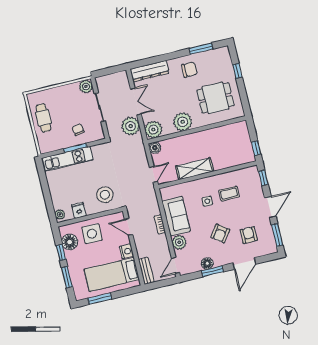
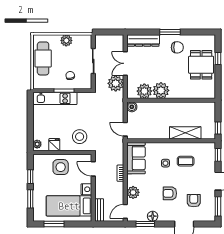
window: (201, 49) -> (170, 32), moved
plant: (86, 86) -> (66, 40), moved
dining table: (215, 98) -> (201, 65), moved, turned 90
double door: (136, 101) -> (125, 63), swing flipped
cafe table: (43, 118) -> (43, 58), width x1.37, depth x1.35
plant: (153, 130) -> (144, 91), moved
shelving: (195, 169) -> (185, 133), moved
door: (153, 174) -> (125, 129), swing flipped
sofa: (176, 216) -> (136, 158), moved
armchair: (220, 234) -> (170, 193), turned 54
floor lamp: (70, 242) -> (40, 170), removed
window: (213, 271) -> (145, 224), moved

